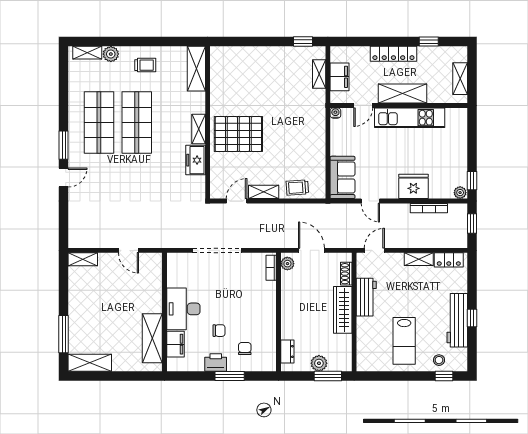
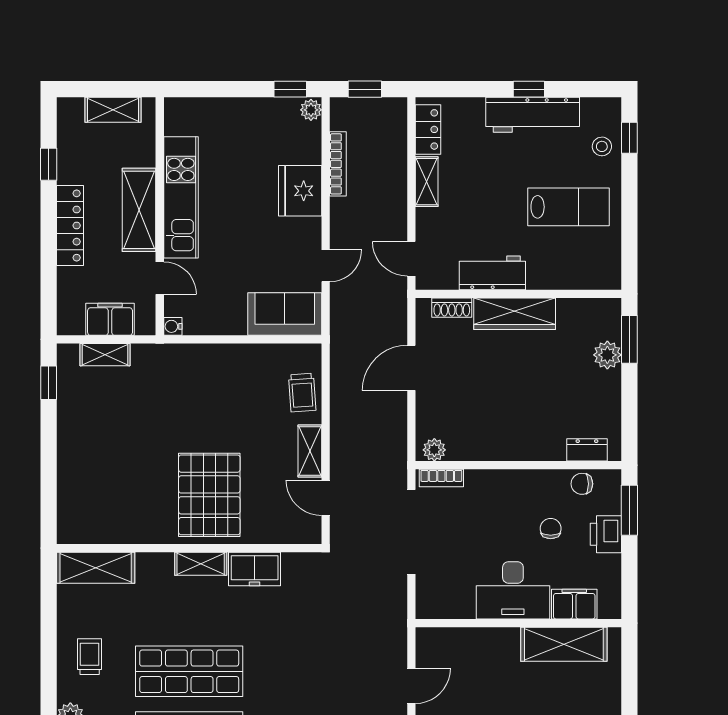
plant: (287, 264) -> (434, 450), moved
bookcase: (271, 268) -> (441, 478), moved
wall: (279, 312) -> (518, 465), moved
dresser: (287, 352) -> (587, 450), moved

